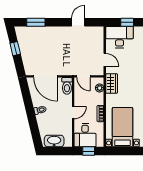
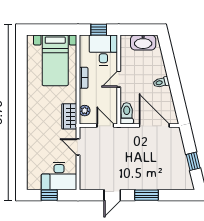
window: (36, 22) -> (147, 195), moved

